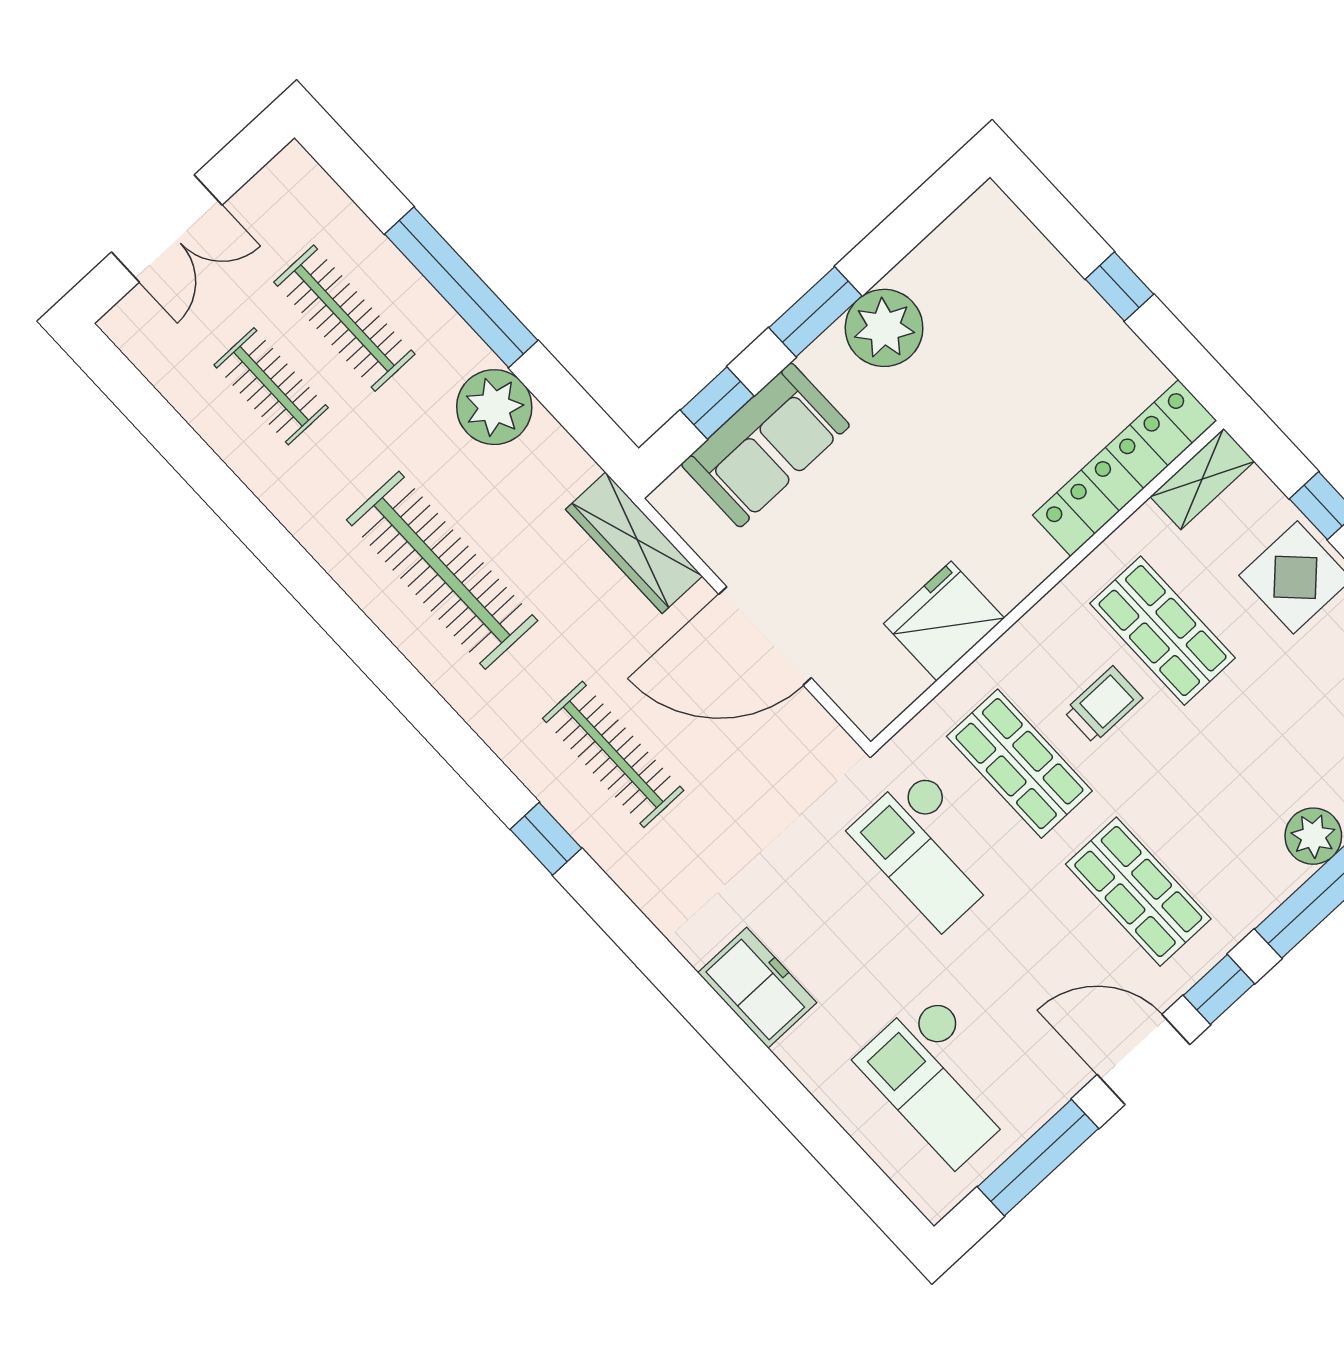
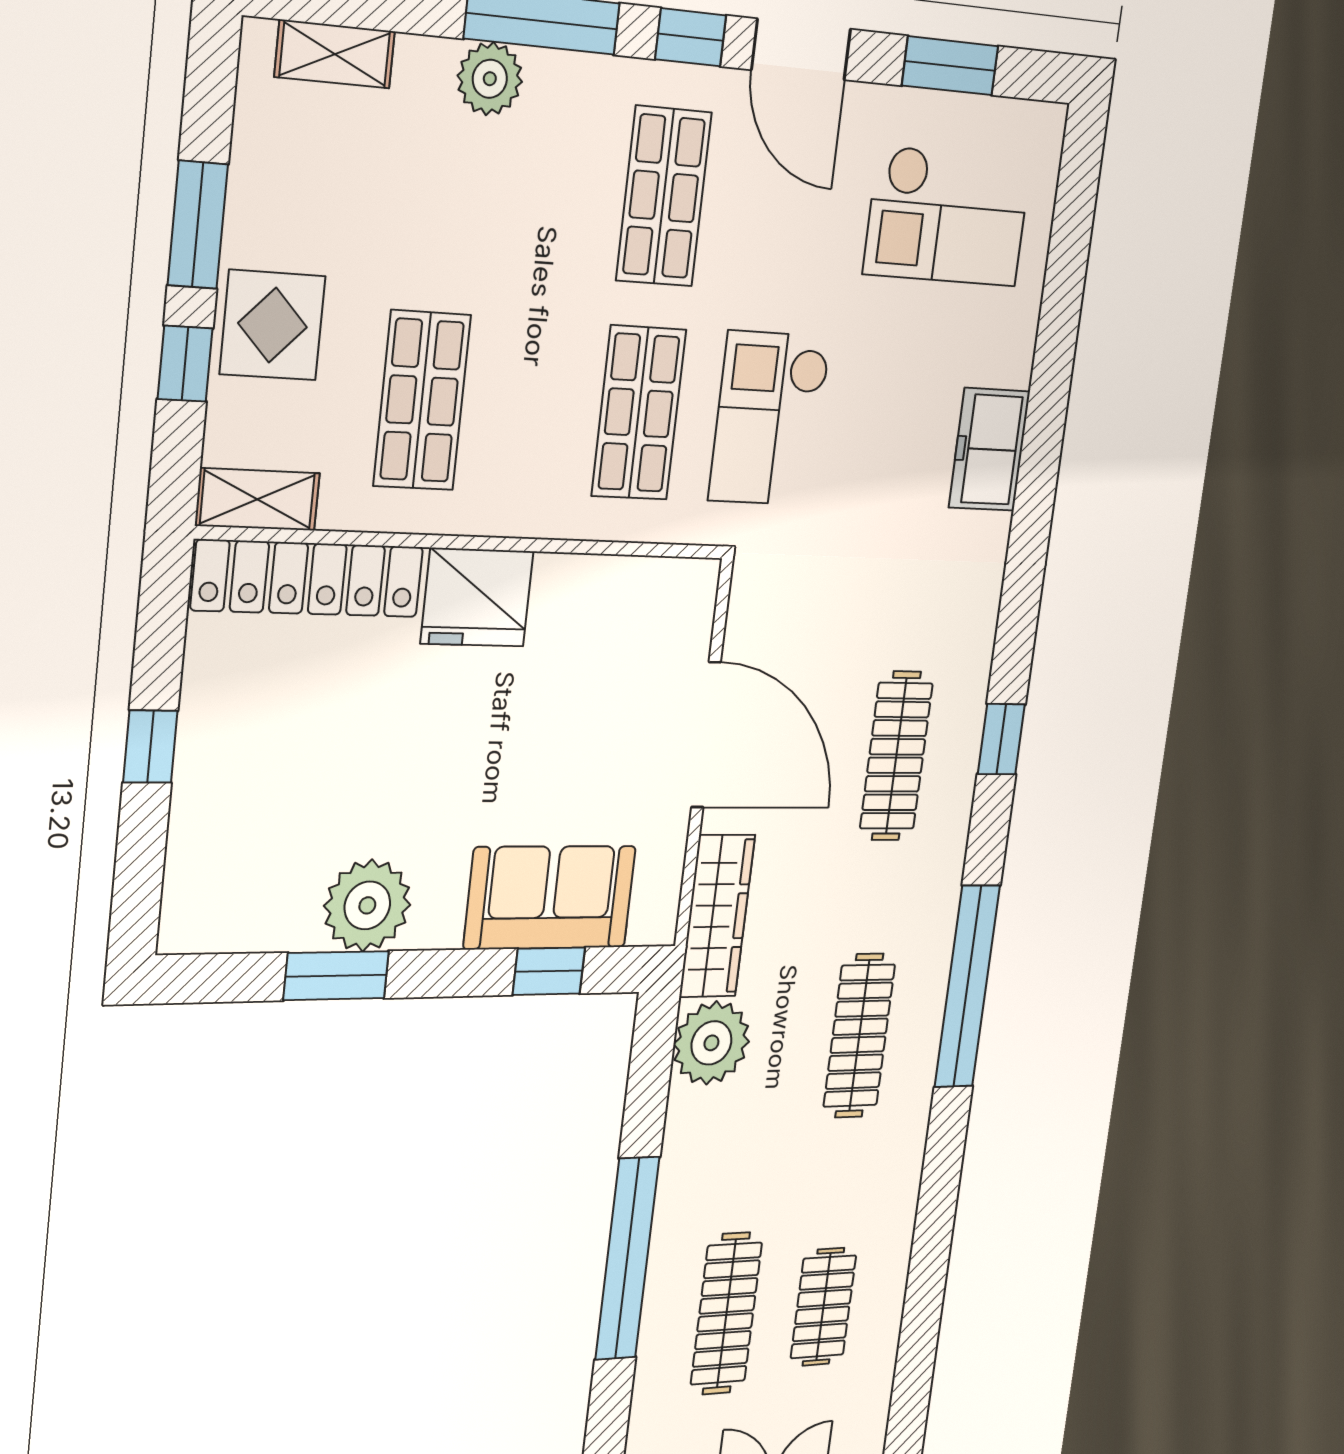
window: (815, 312) -> (336, 976), moved
plant: (494, 407) -> (711, 1043), moved
clothes rail: (442, 570) -> (859, 1036), width x0.73, depth x0.76
fridge: (944, 621) -> (477, 597), moved
window: (393, 674) -> (967, 987), added
trolley: (1103, 705) -> (530, 389), removed
checkout: (930, 849) -> (770, 419), turned 180
checkout: (942, 1079) -> (947, 216), turned 90
window: (1038, 1158) -> (950, 66), width x0.69

